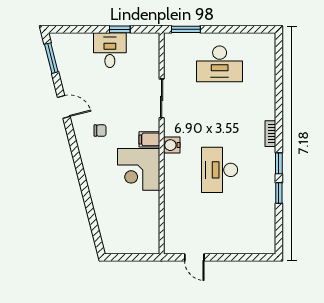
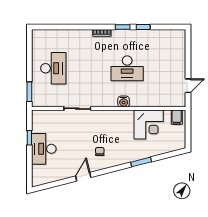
desk: (110, 50) -> (44, 149), width x1.37
window: (51, 58) -> (141, 162), moved
filing cabinet: (149, 139) -> (177, 117), moved
water cooler: (172, 145) -> (124, 102), moved
corner desk: (139, 169) -> (149, 125), moved

